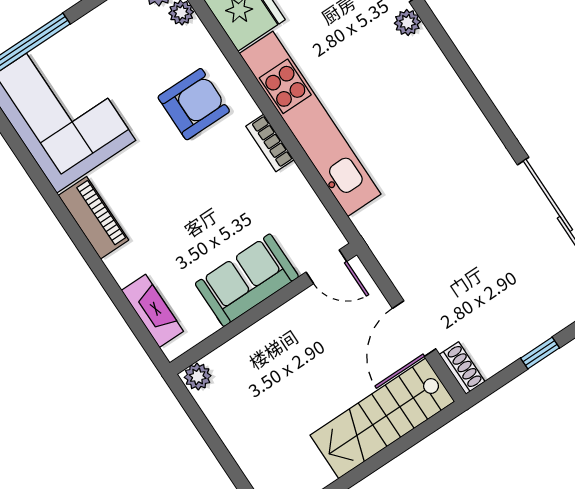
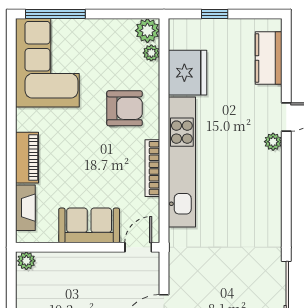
bookcase: (270, 143) -> (152, 168), width x1.56
piano: (93, 218) -> (27, 158), moved
door: (326, 267) -> (138, 247), swing flipped

